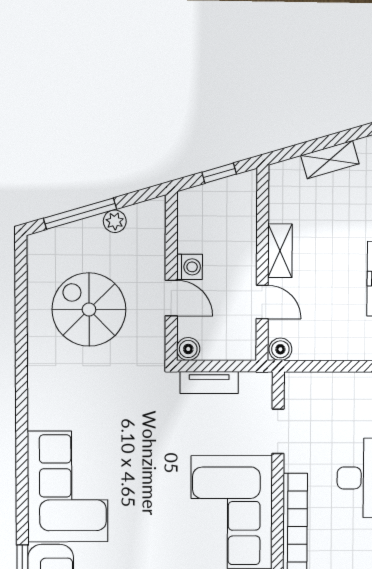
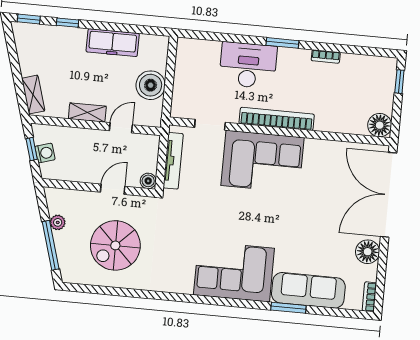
shelving: (330, 160) -> (33, 95), moved
washing machine: (190, 267) -> (45, 153), moved, turned 73
boiler: (280, 349) -> (151, 85), moved, width x1.86, depth x1.86
tv unit: (209, 383) -> (173, 161), width x1.41

